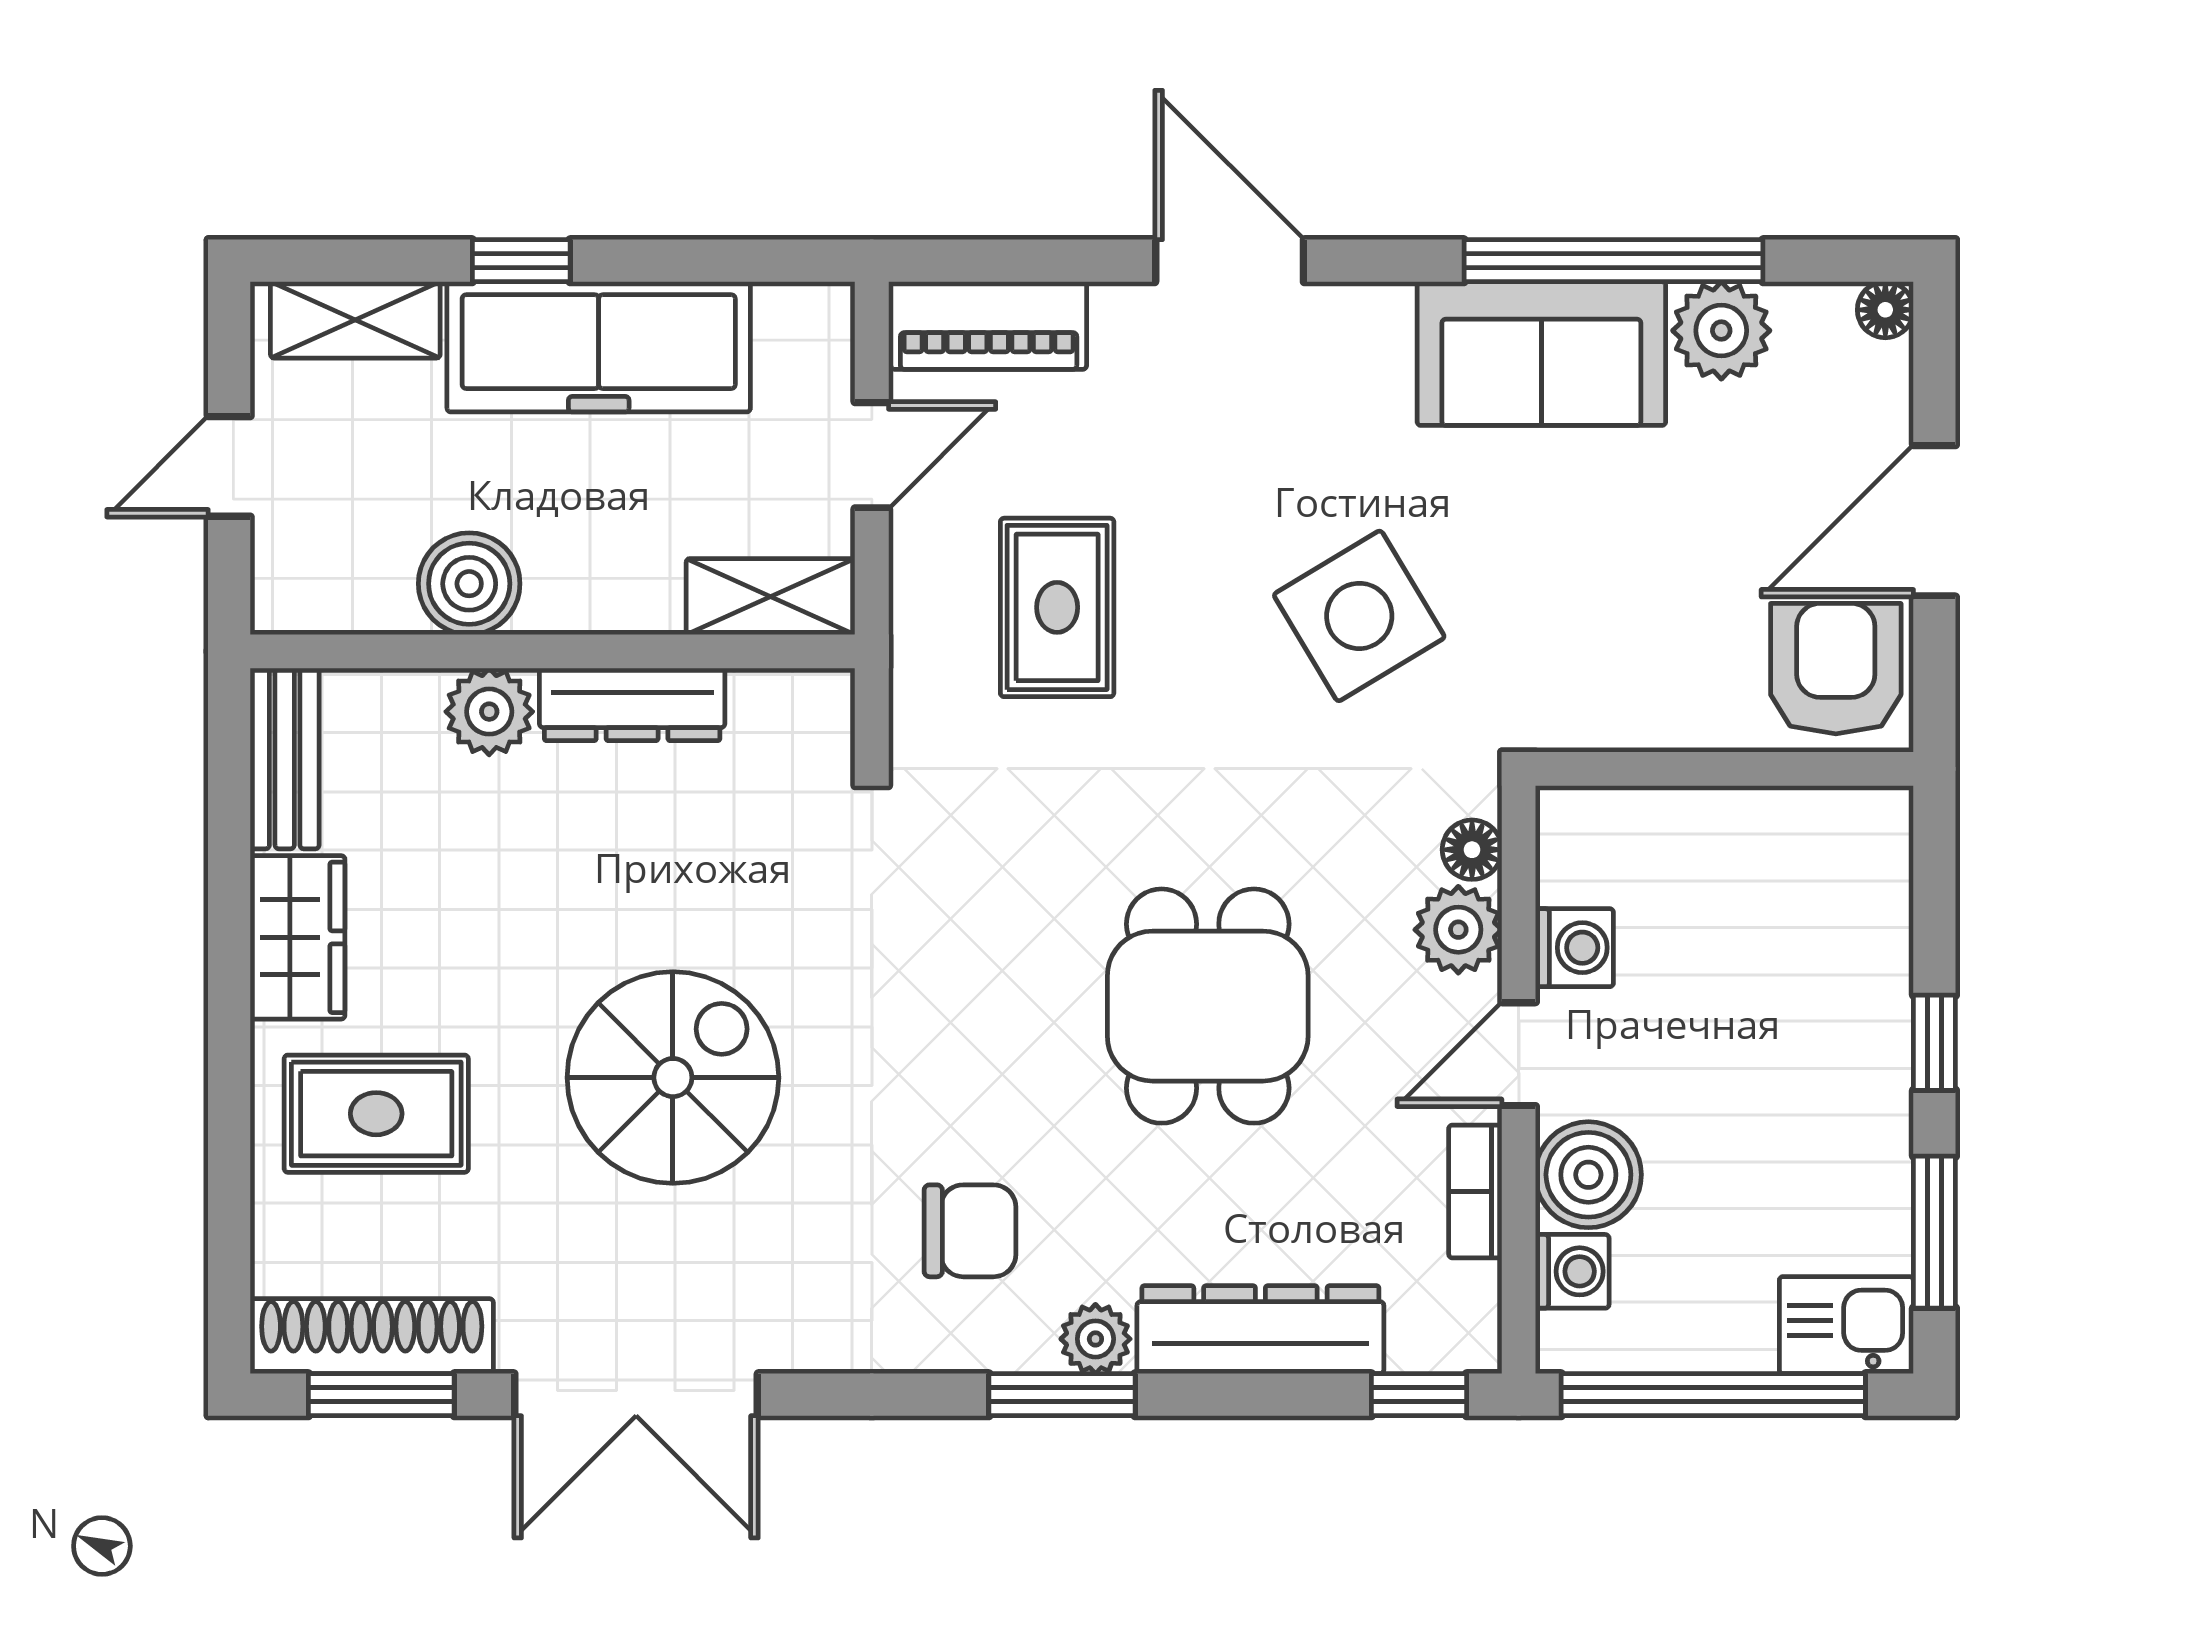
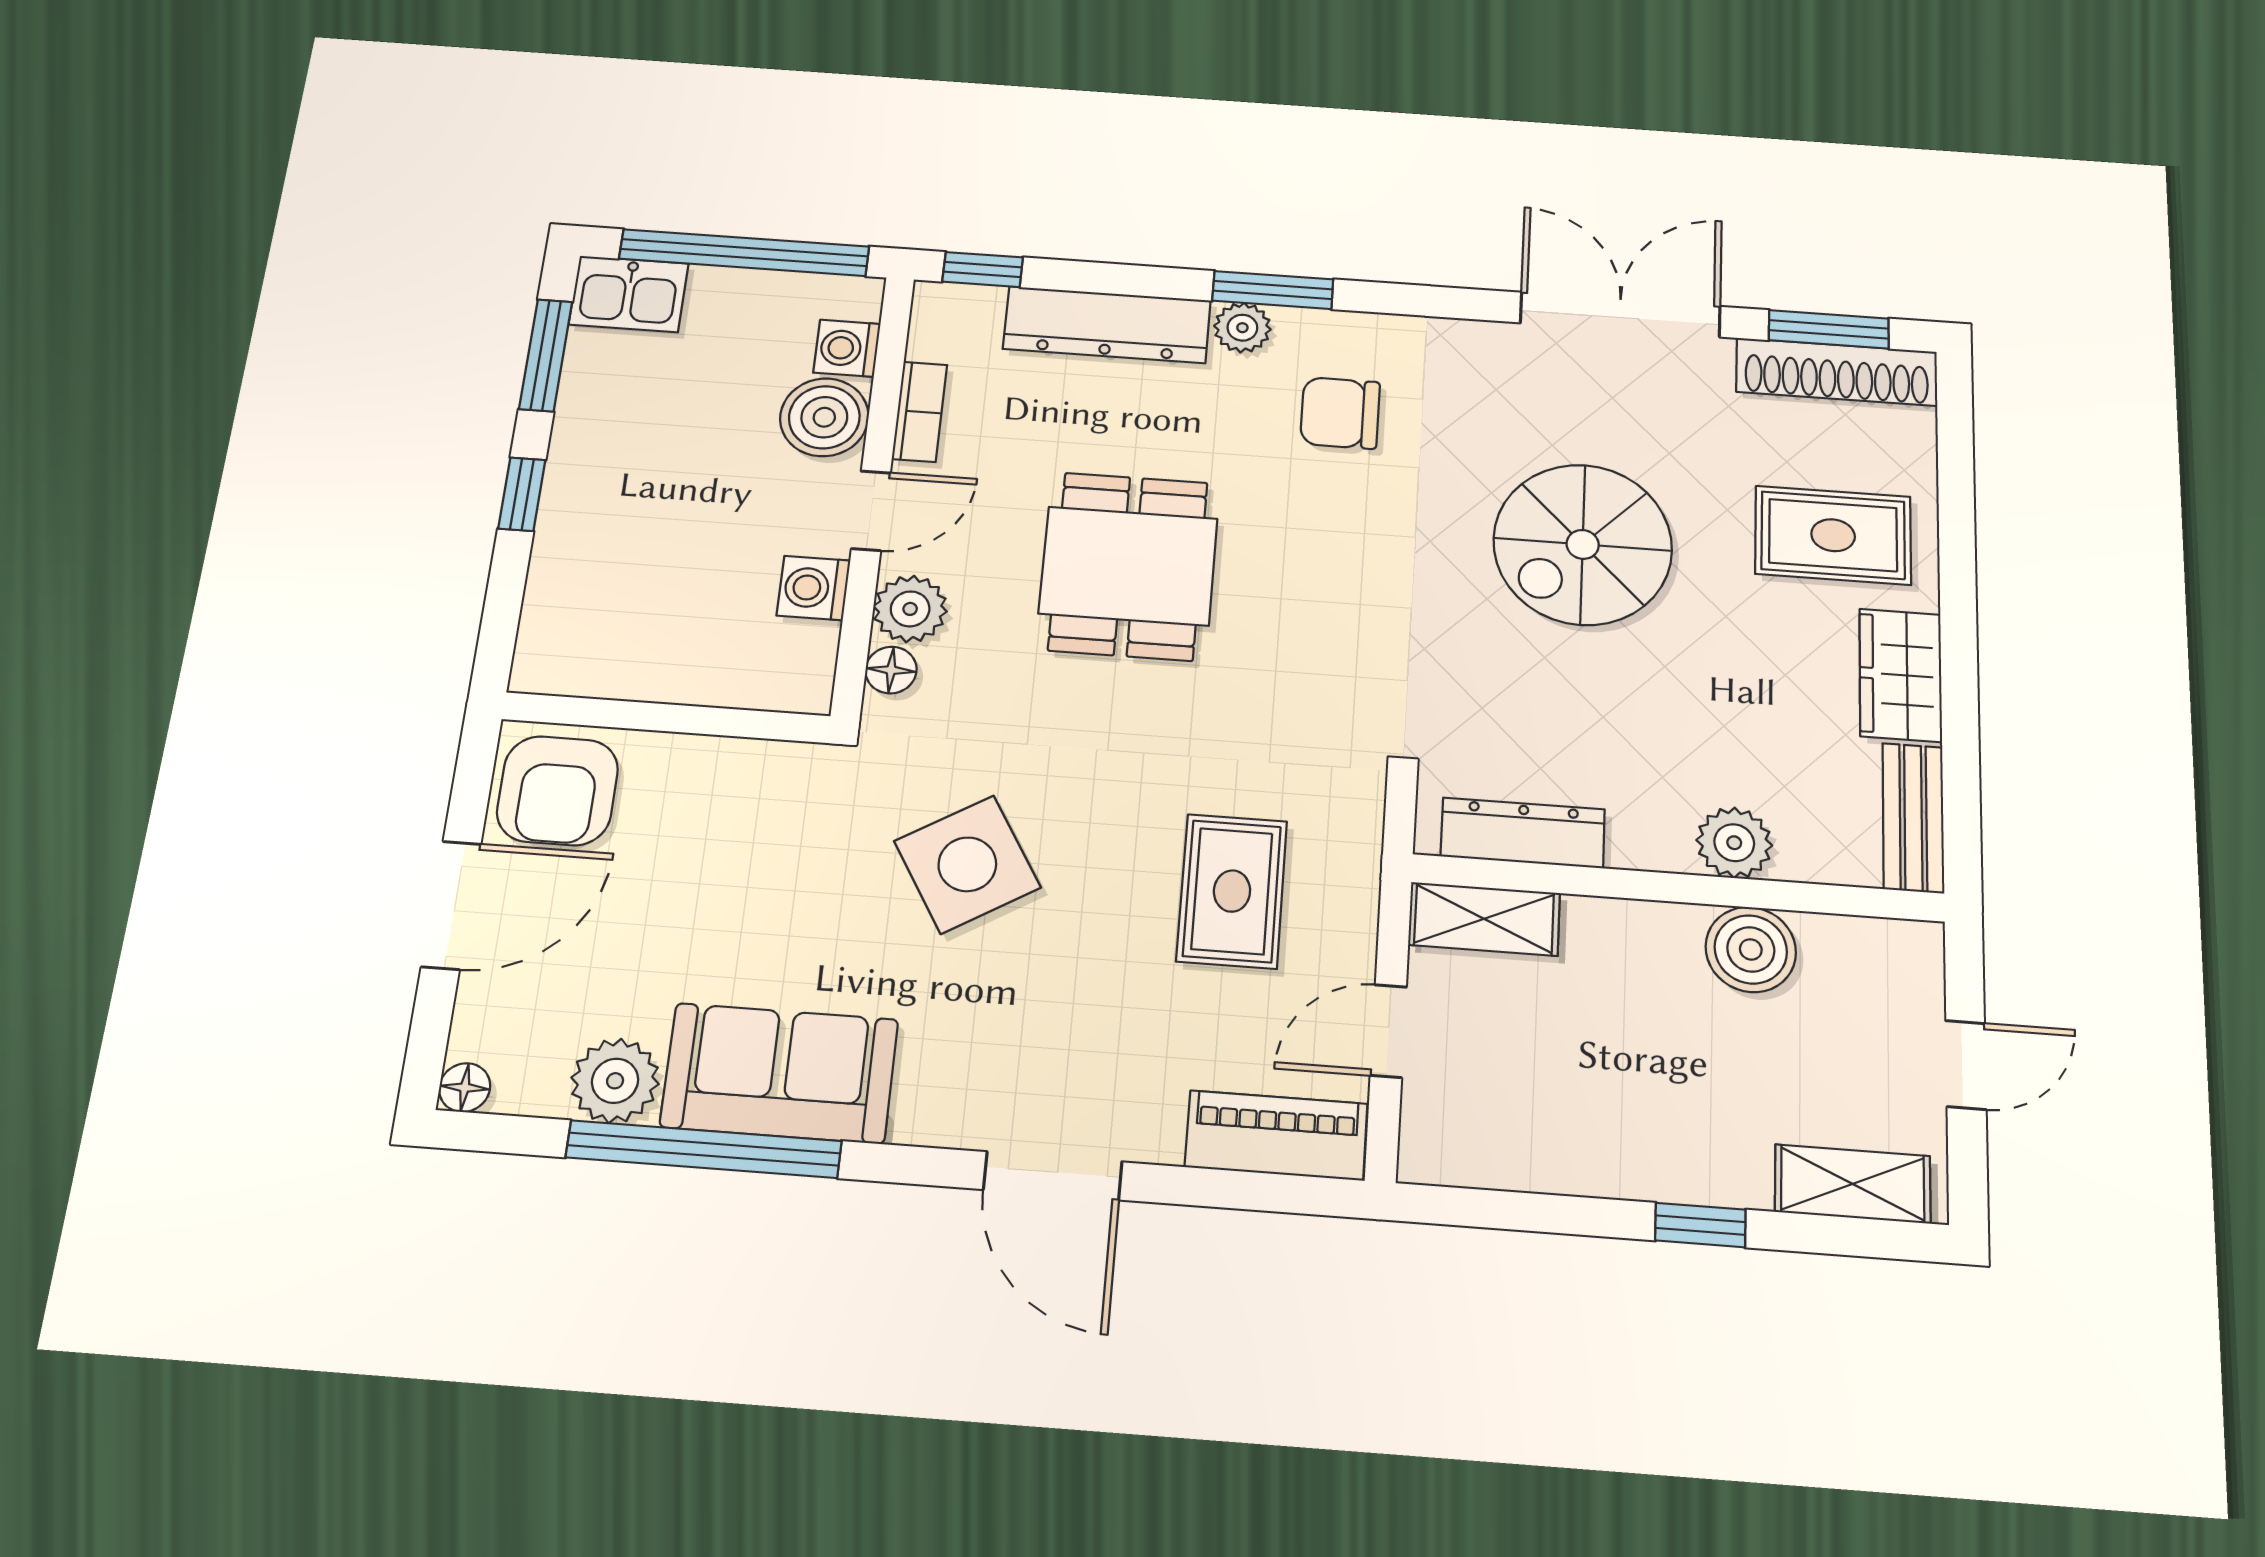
freezer: (599, 347) -> (1631, 1143), removed
dresser: (632, 704) -> (1523, 833), moved

